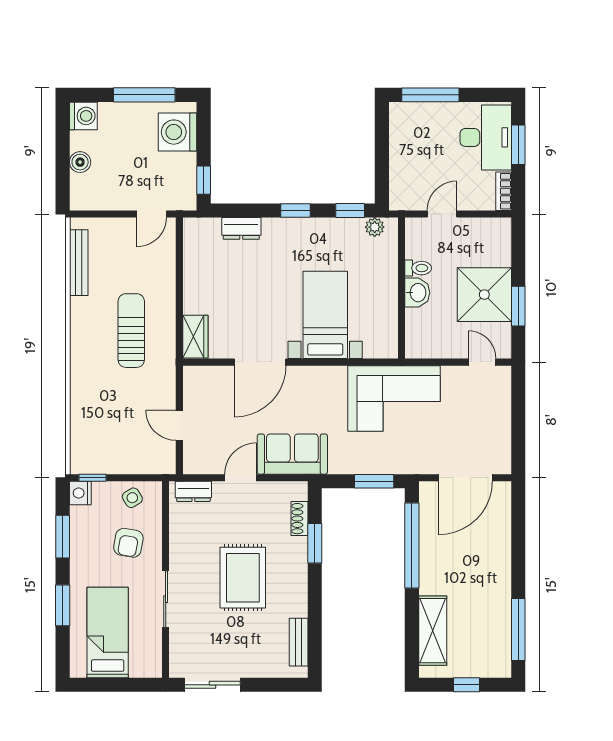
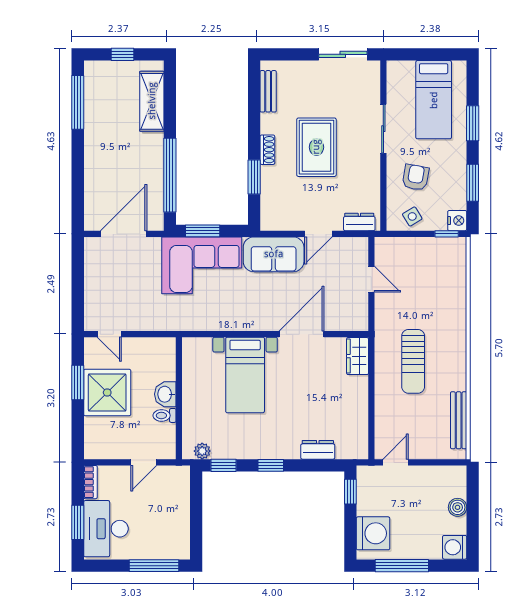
corner sofa: (394, 398) -> (202, 265), moved, turned 180
shoe rack: (299, 519) -> (267, 150), moved

